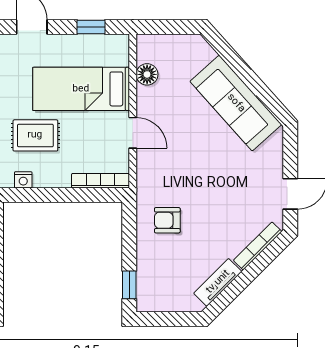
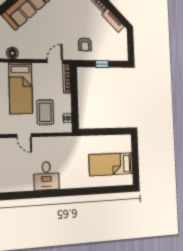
door: (133, 133) -> (55, 61), moved
window: (129, 285) -> (102, 64), moved

